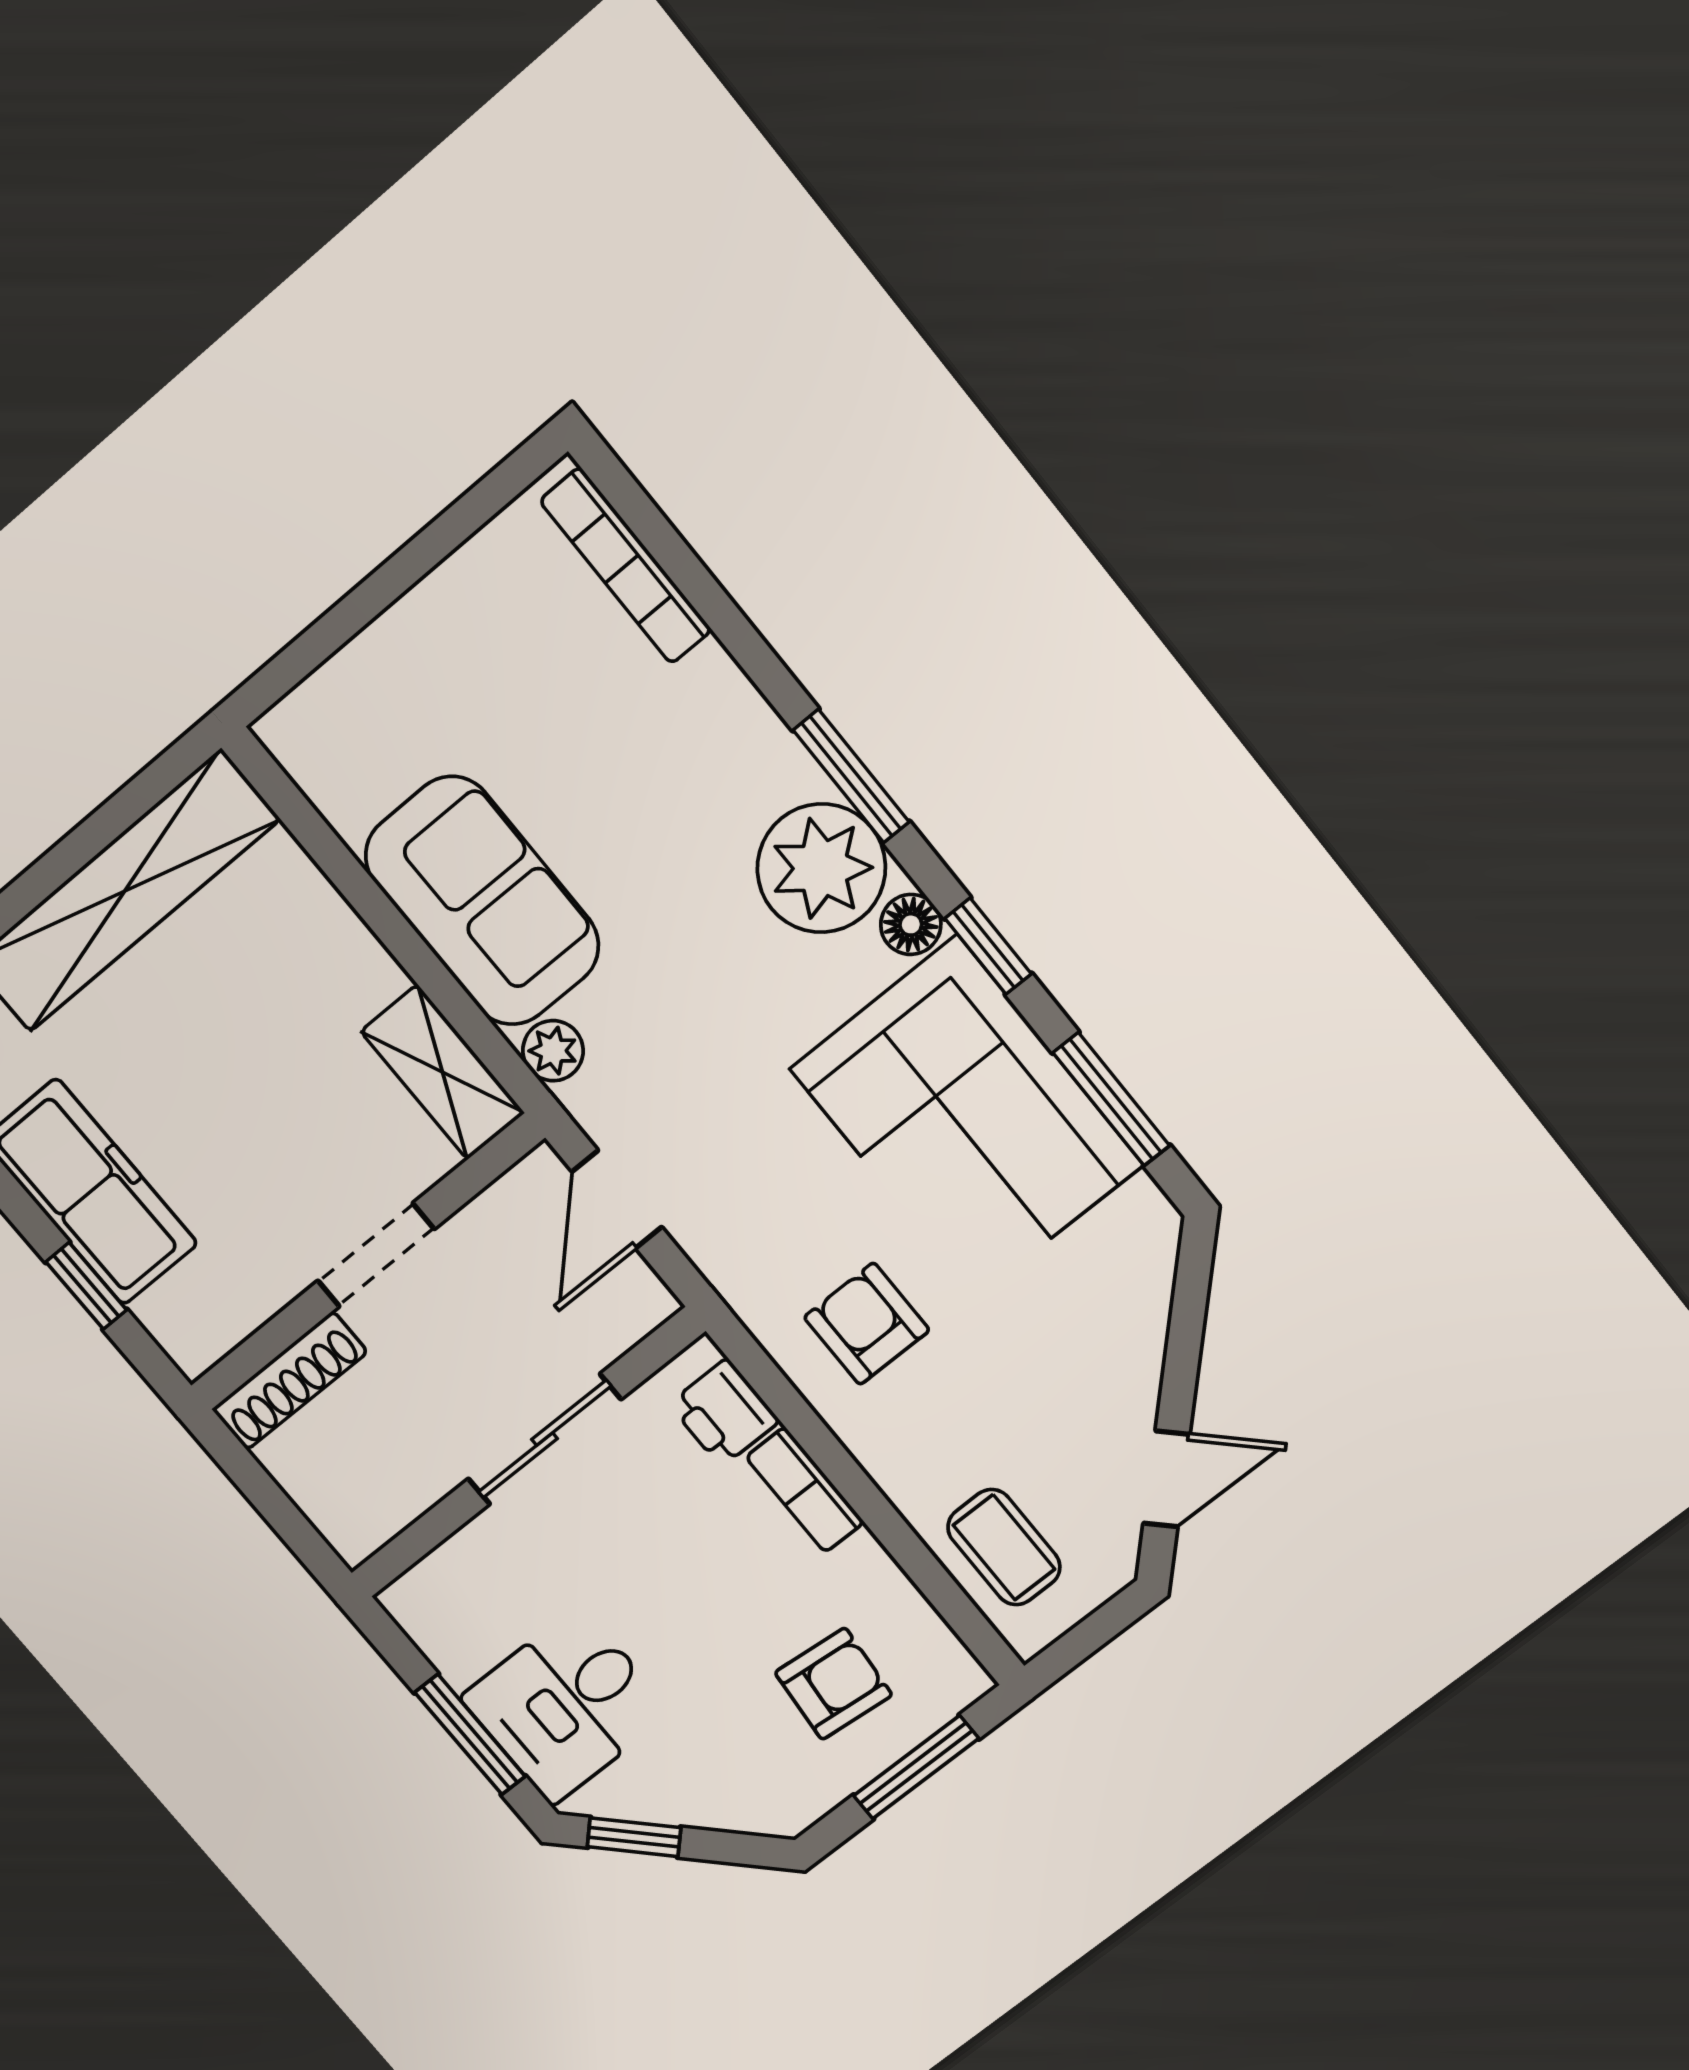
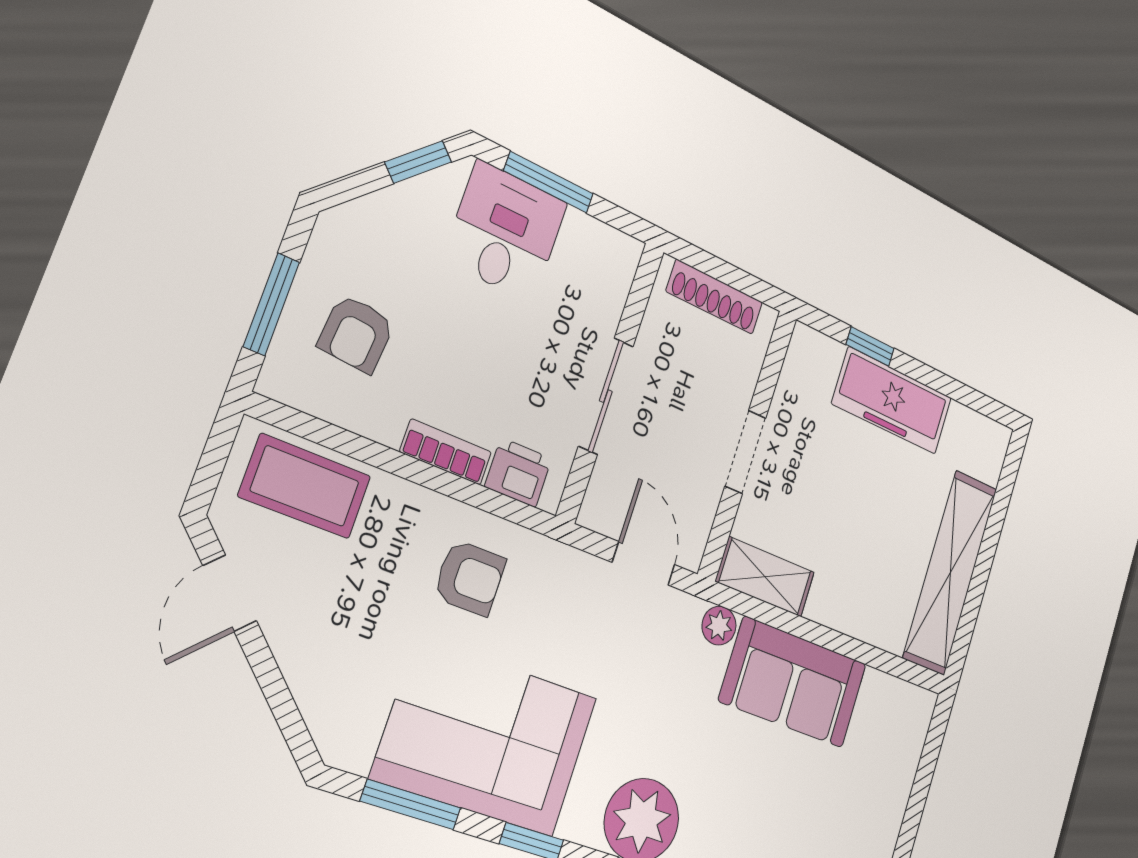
floor lamp: (911, 924) -> (579, 824), removed
shoe rack: (290, 1381) -> (715, 297), moved, turned -90
coffee table: (1004, 1547) -> (305, 486), width x1.36, depth x1.30

